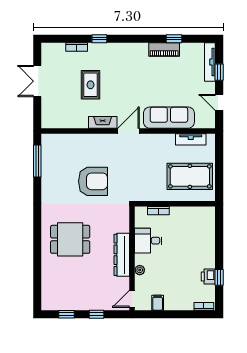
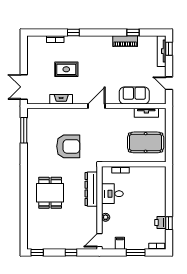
window: (219, 72) -> (169, 49), moved
double door: (37, 81) -> (24, 87), moved
rug: (91, 85) -> (66, 69), turned 90
sofa: (169, 118) -> (134, 95), width x0.73
fireplace: (103, 122) -> (61, 99), moved
dining table: (70, 239) -> (50, 193), turned 90
dresser: (122, 255) -> (91, 189), moved
window: (67, 314) -> (37, 252), moved
window: (177, 314) -> (136, 252), added

